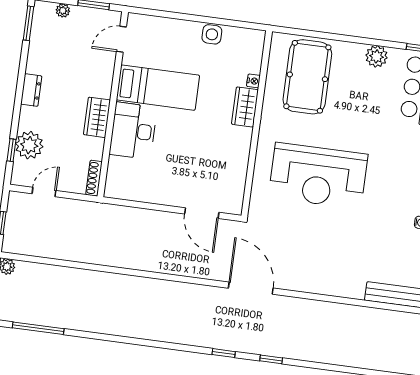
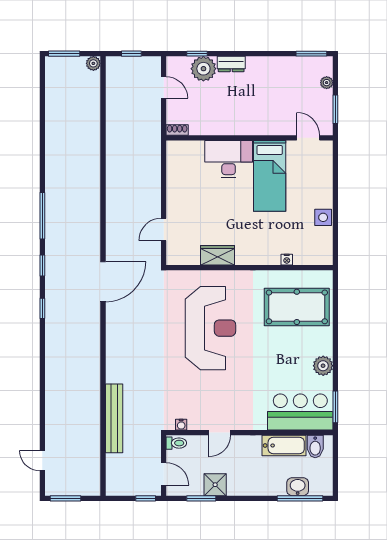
dresser: (31, 90) -> (231, 64), moved
wardrobe: (245, 107) -> (218, 255), moved
wardrobe: (97, 117) -> (236, 125), removed
reception desk: (318, 176) -> (210, 328), turned 180
shoe rack: (94, 178) -> (177, 130), width x0.70
door: (202, 213) -> (164, 229), width x0.73
window: (38, 328) -> (42, 216), moved

